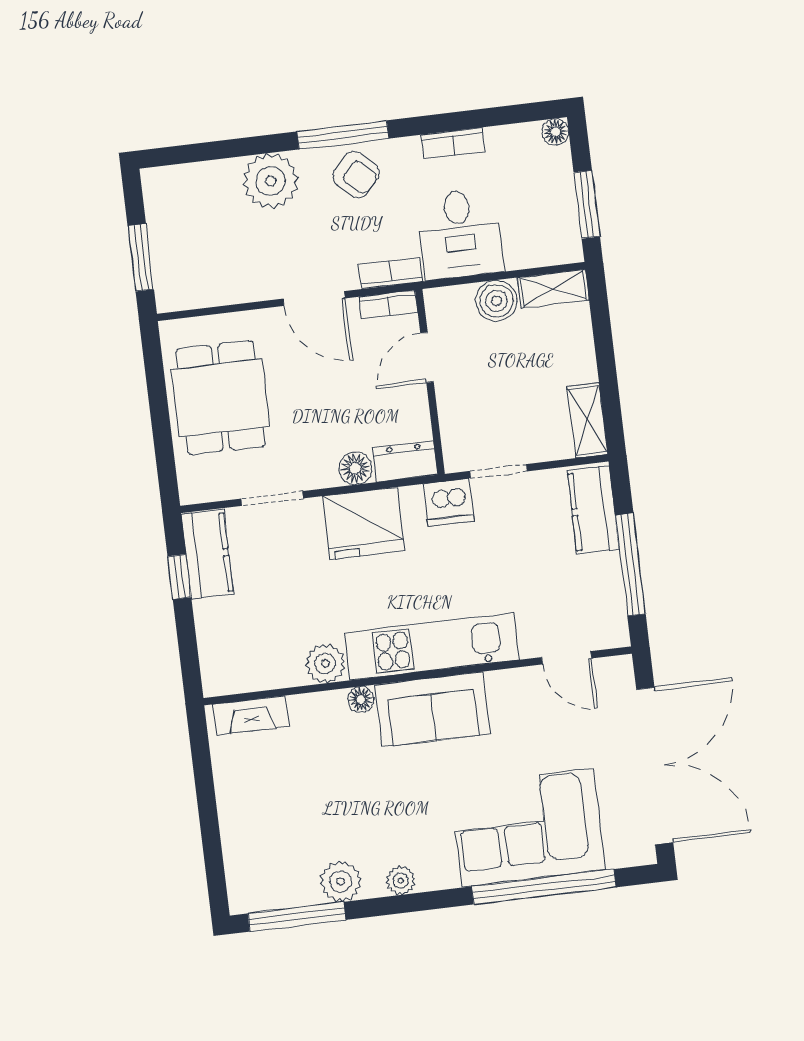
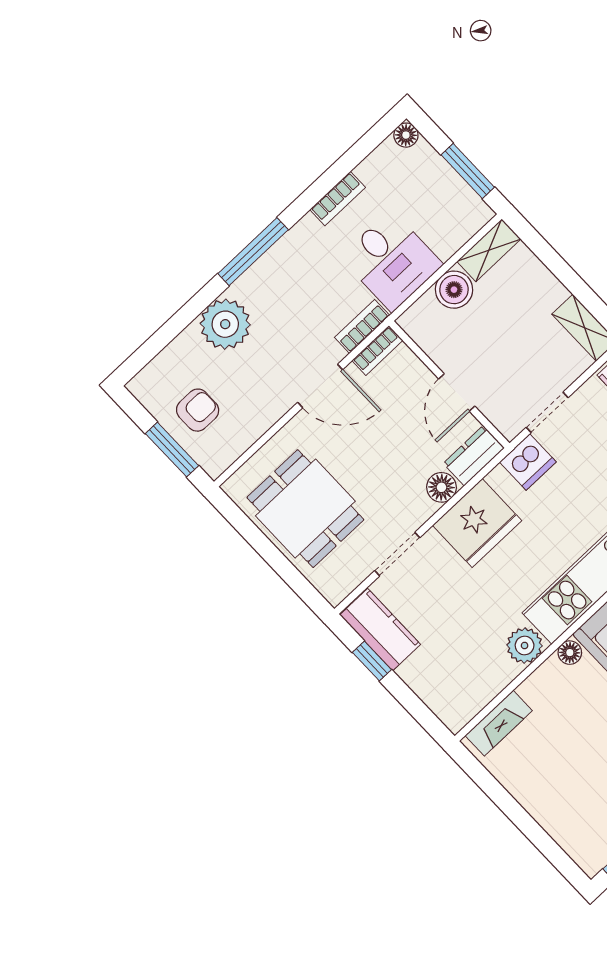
armchair: (356, 174) -> (198, 410), moved, turned -44
door: (427, 357) -> (457, 392), moved

